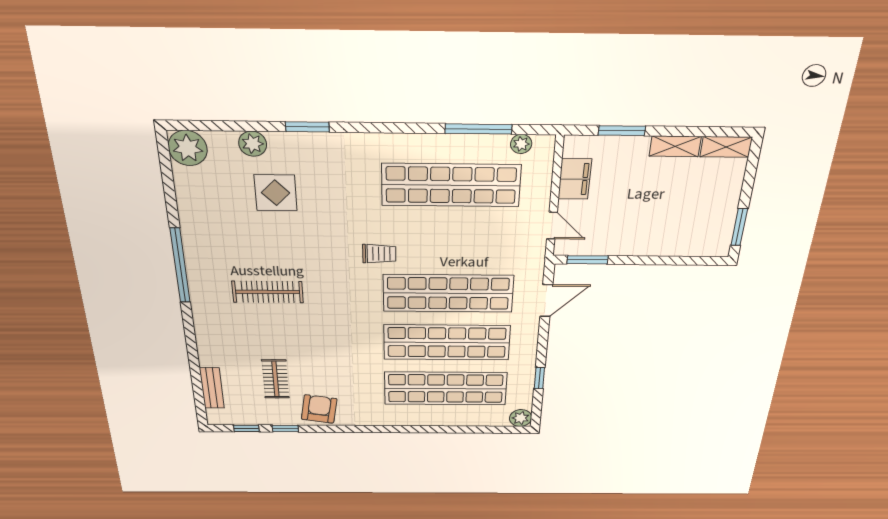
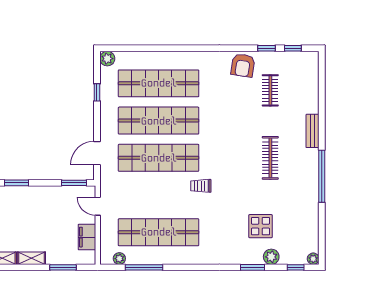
window: (207, 126) -> (296, 267), added
window: (307, 127) -> (253, 267), moved
plant: (188, 148) -> (313, 259), width x0.53, depth x0.53
window: (682, 261) -> (16, 183), added
clothes rail: (268, 292) -> (270, 158), turned 90
bench: (212, 388) -> (313, 131), moved

